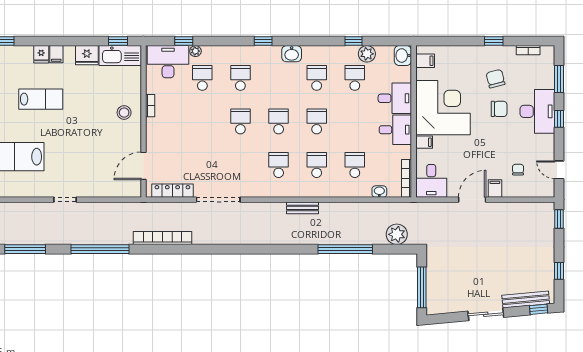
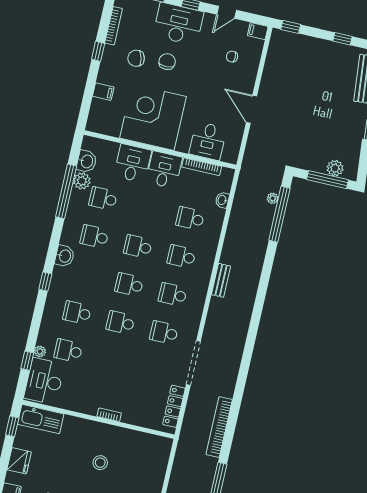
window: (353, 41) -> (66, 191), width x3.17
bookcase: (528, 50) -> (114, 26), width x1.56
kitchen sink: (120, 56) -> (41, 419), moved, turned 90
washbasin: (403, 56) -> (87, 161), moved, turned -90
filing cabinet: (425, 61) -> (103, 92), moved, turned 90
bookcase: (150, 106) -> (109, 415), moved
stool: (124, 113) -> (100, 463), moved
filing cabinet: (424, 142) -> (183, 144), removed
school desk: (240, 165) -> (164, 333), added
door: (143, 166) -> (143, 430), removed
door: (559, 170) -> (227, 12), moved
bookcase: (407, 178) -> (202, 167), moved
desk: (431, 181) -> (208, 141), moved, turned 90
filing cabinet: (495, 189) -> (258, 31), moved
plant: (397, 234) -> (273, 198), width x0.53, depth x0.53
window: (345, 249) -> (279, 214), moved
plant: (434, 292) -> (335, 168), added

